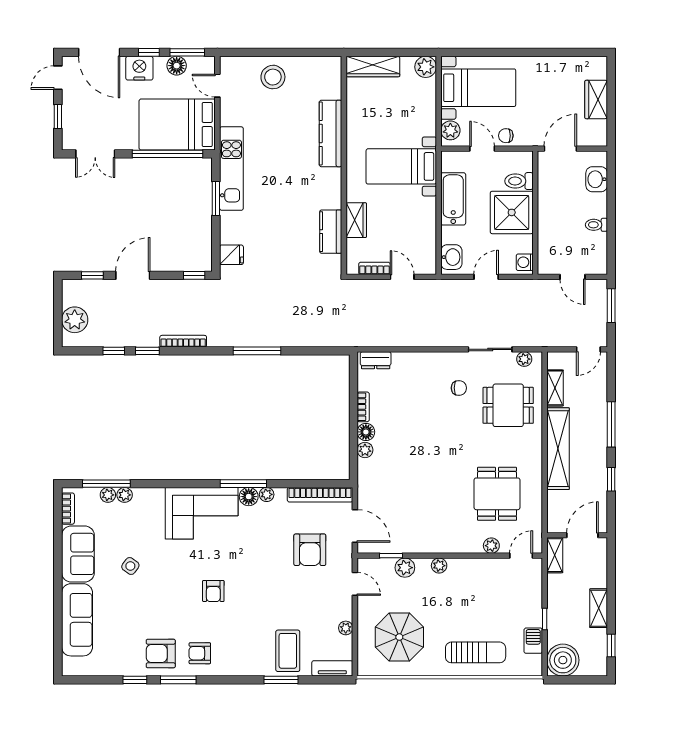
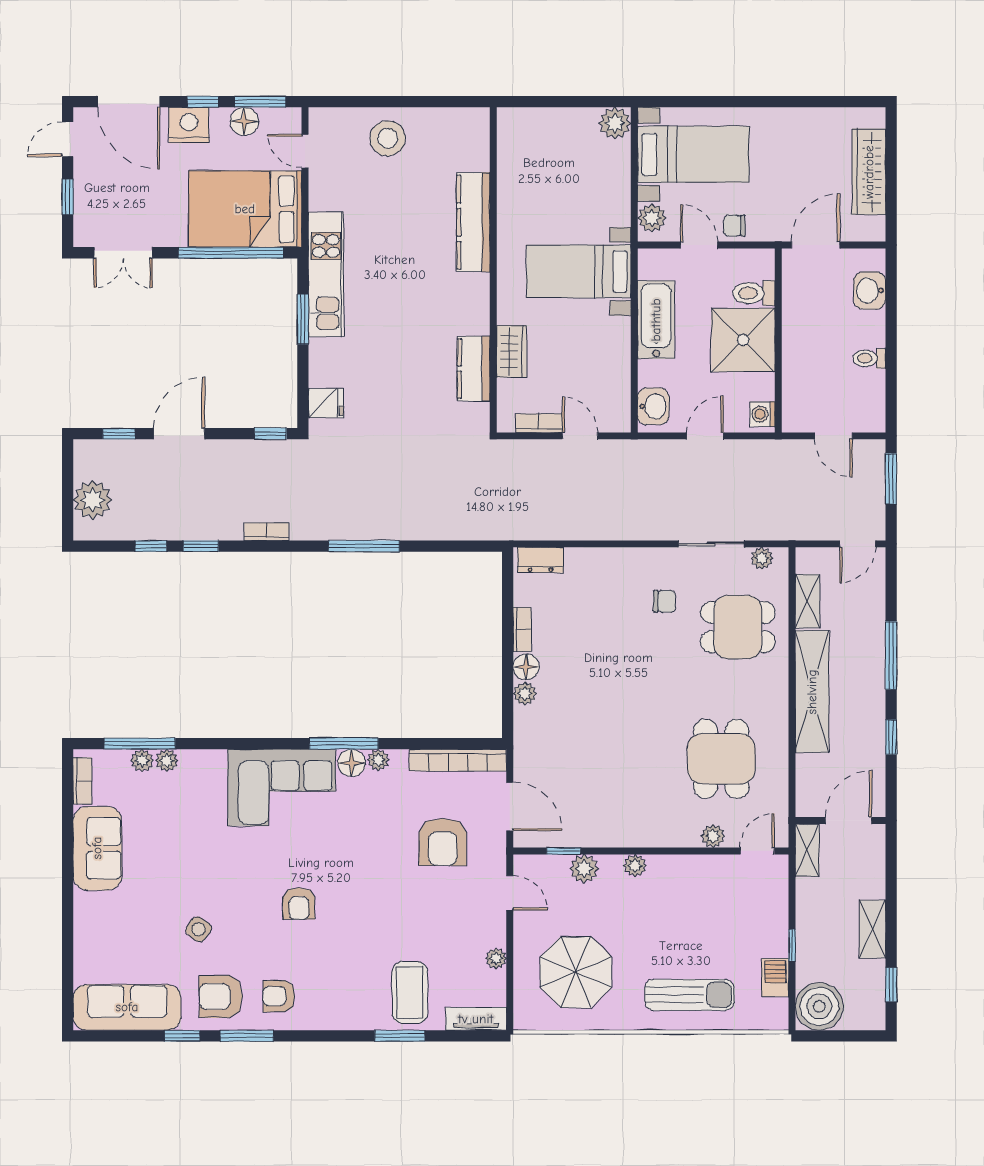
wardrobe: (373, 66) -> (536, 123), removed
wardrobe: (596, 99) -> (869, 172), width x1.50
bookcase: (183, 341) -> (267, 532), width x0.64
side table: (130, 566) -> (199, 929), moved
sofa: (77, 620) -> (127, 1007), moved, turned -90

